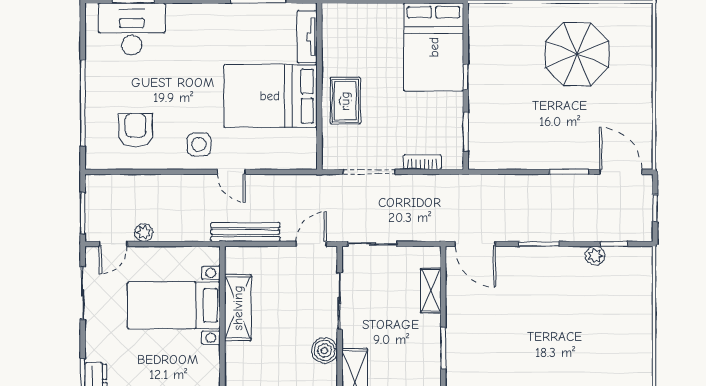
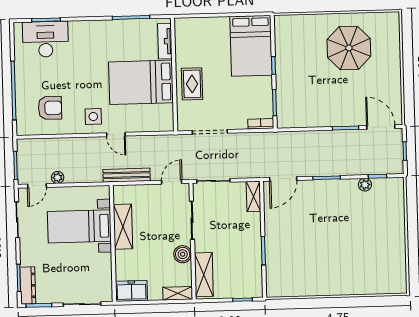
armchair: (136, 130) -> (50, 108), turned 90
bookcase: (422, 162) -> (261, 124), moved
door: (475, 244) -> (283, 179), hinge flipped
shelving: (431, 291) -> (253, 196), moved

